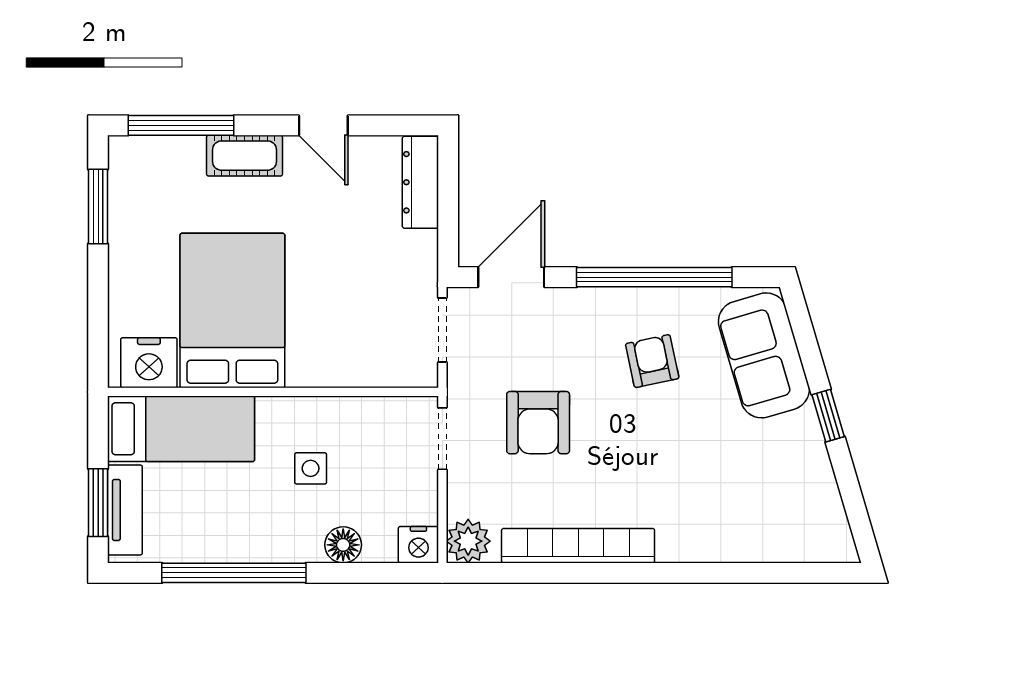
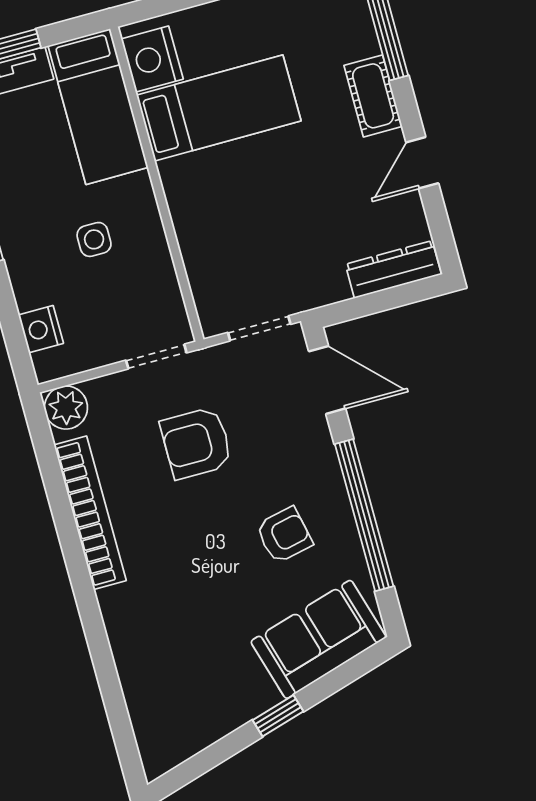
bed: (232, 311) -> (219, 108), width x0.67
floor lamp: (343, 545) -> (30, 290), removed
nightstand: (418, 545) -> (41, 329), moved

